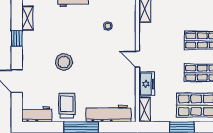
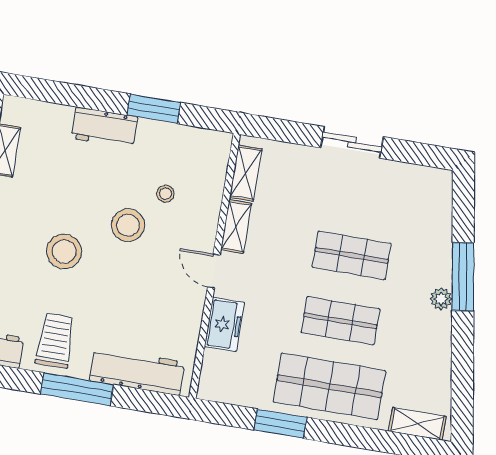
stool: (92, 44) -> (128, 225), added
shelving: (145, 110) -> (236, 227), moved

